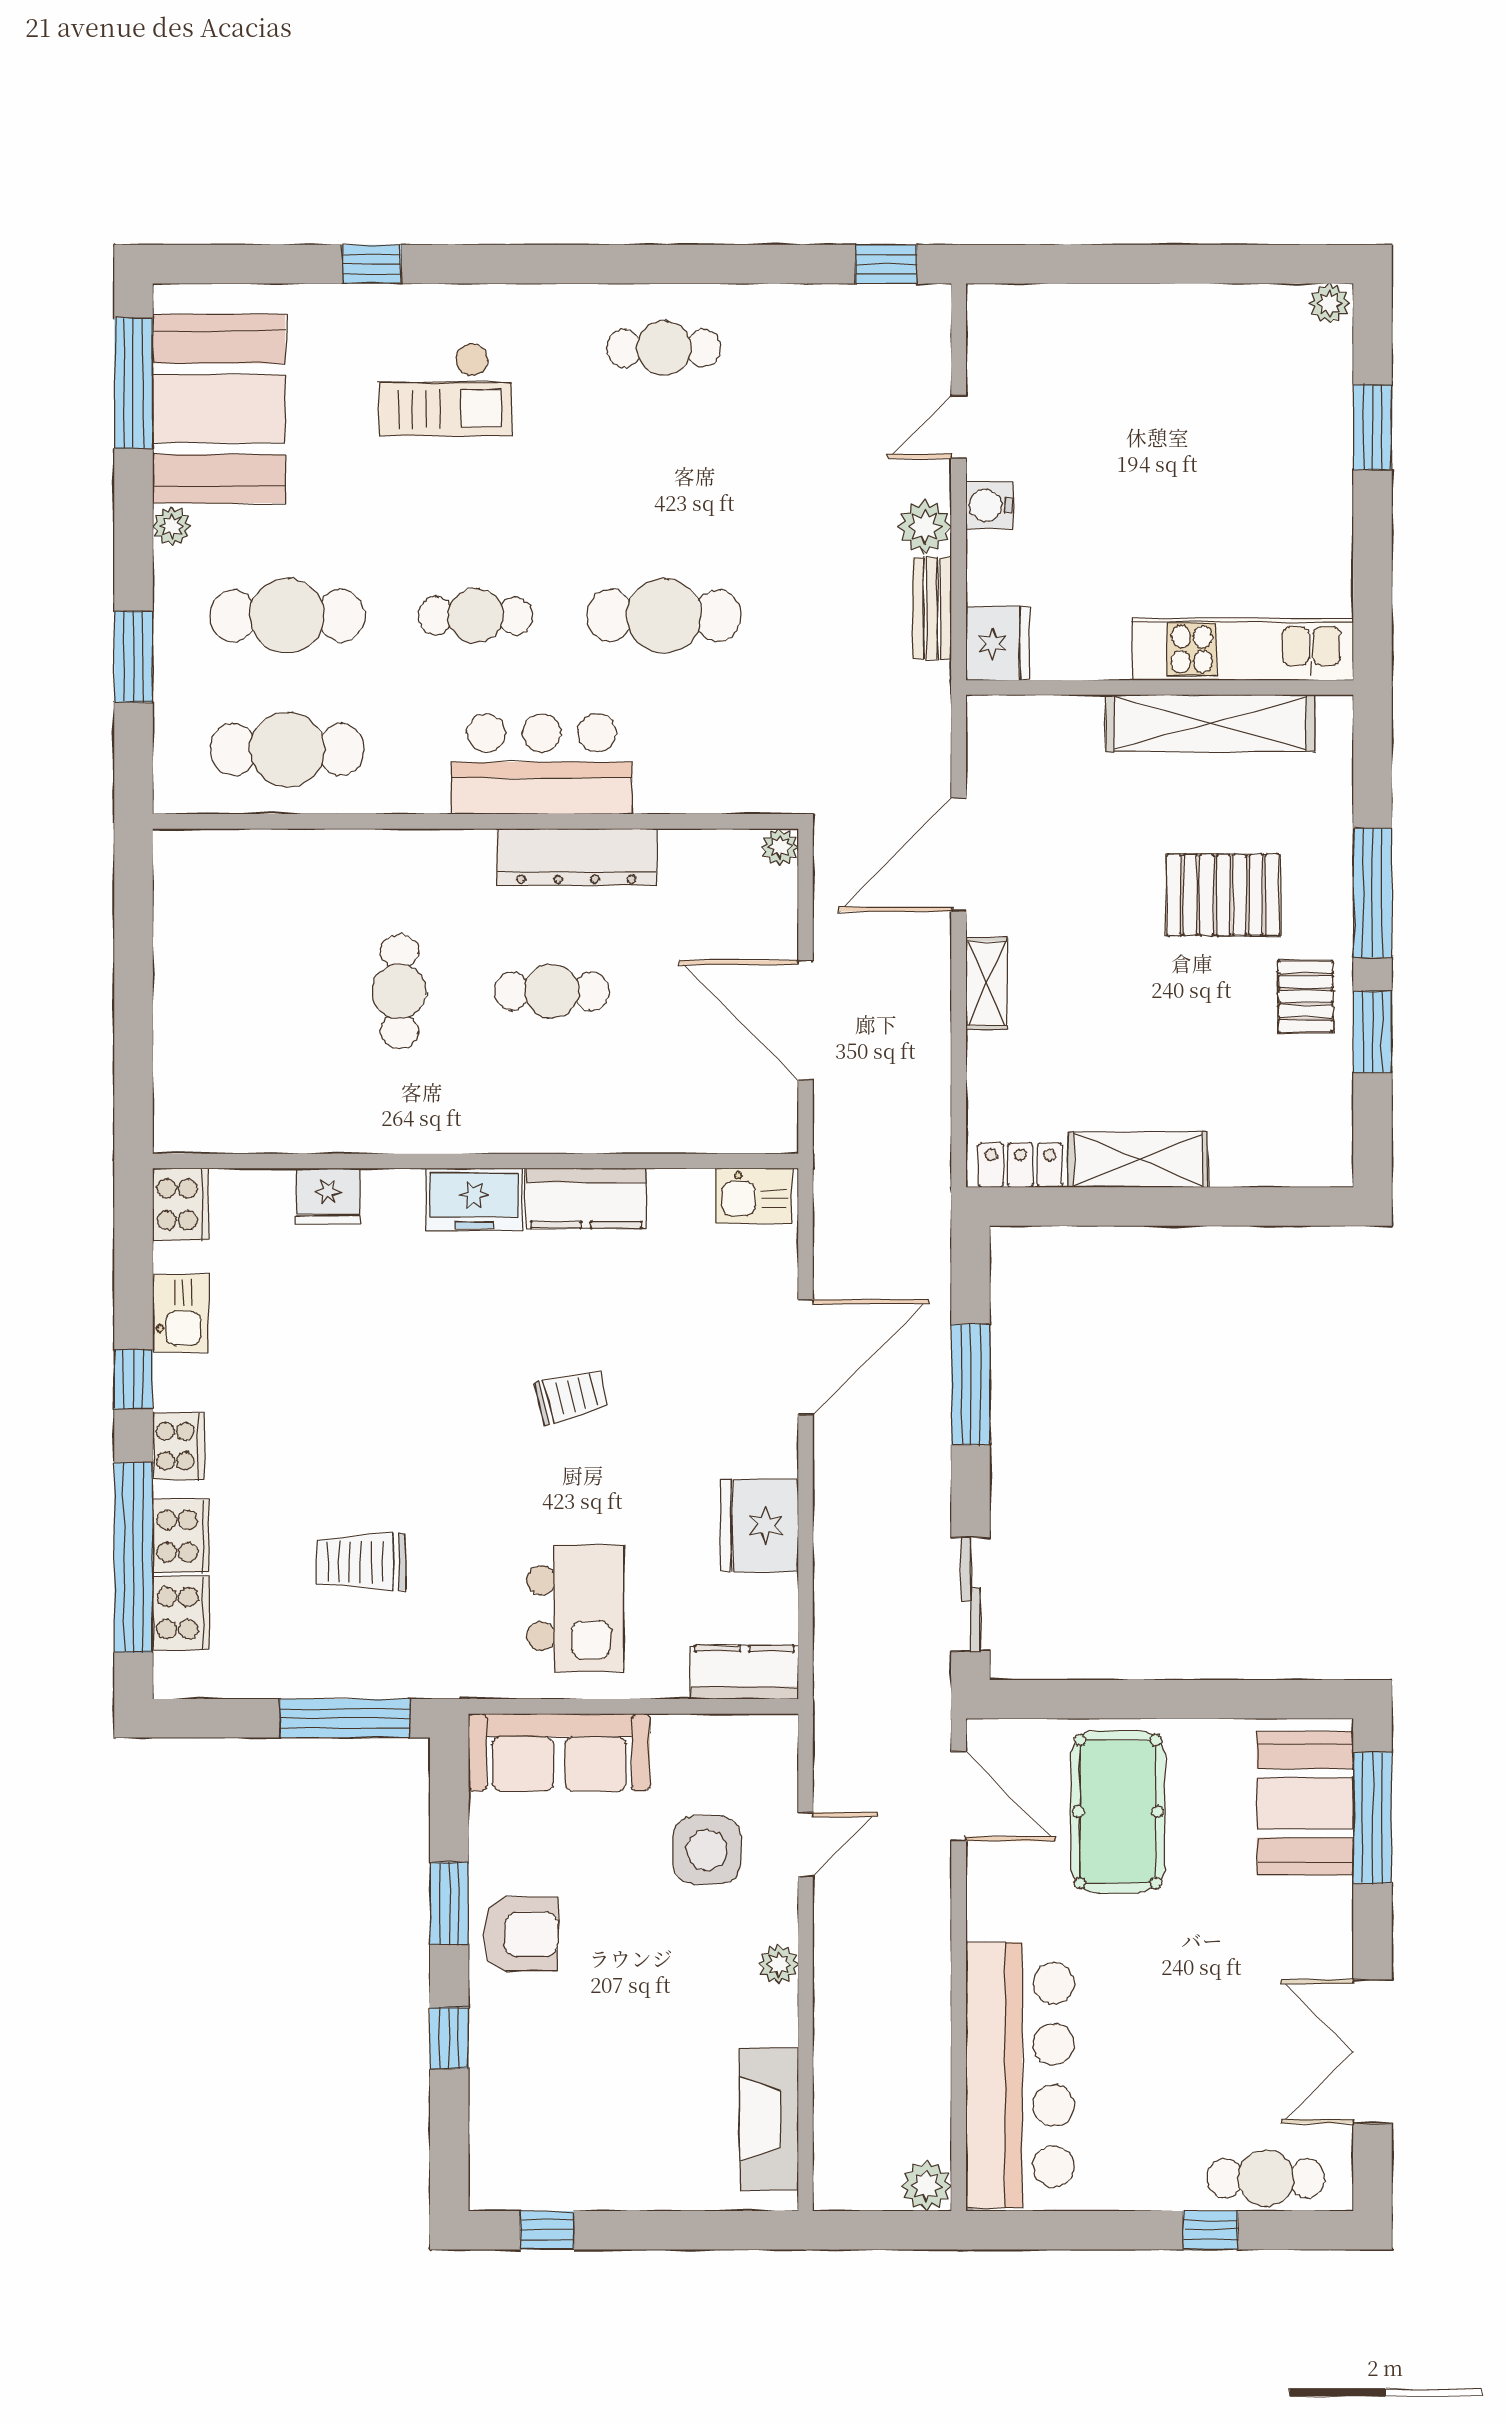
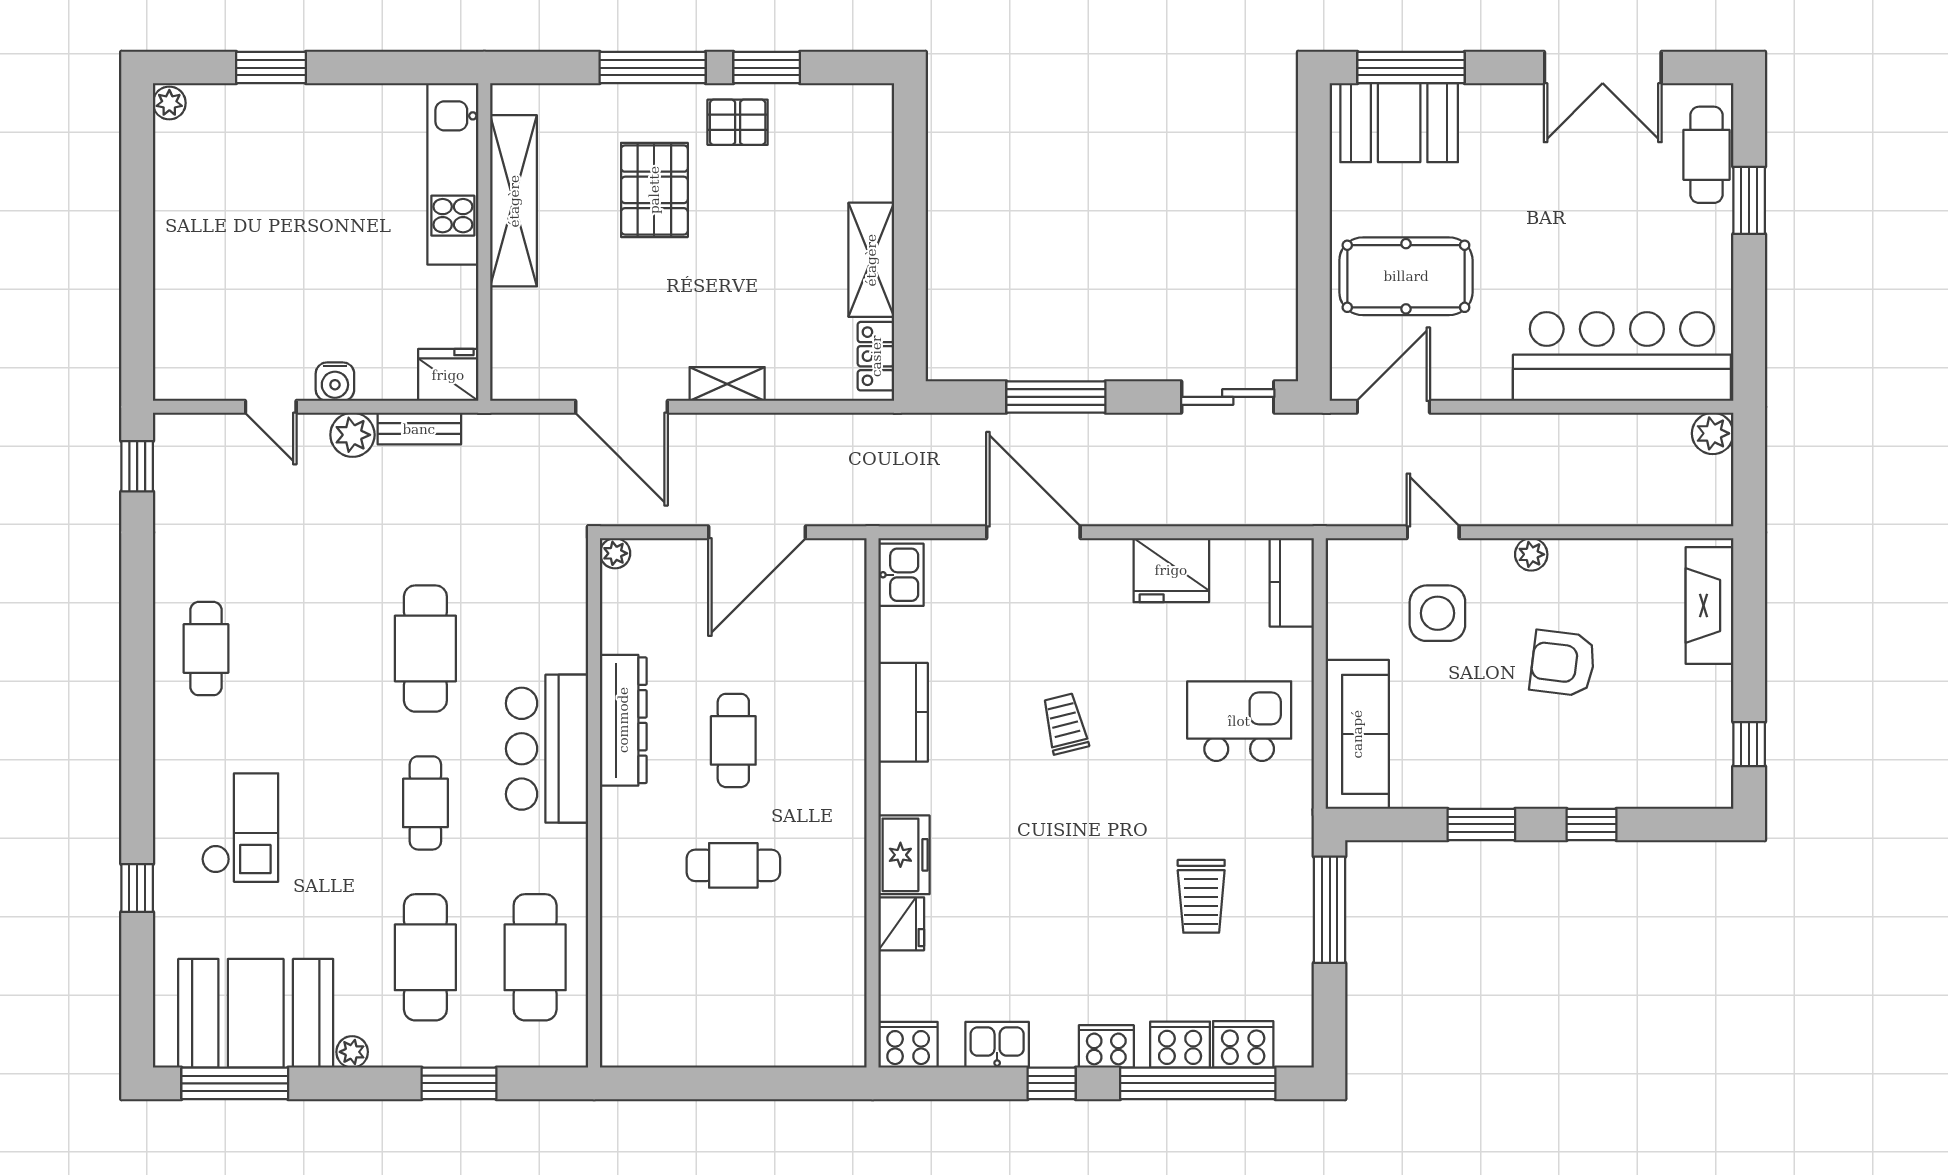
freezer: (474, 1199) -> (904, 855), moved
armchair: (521, 1934) -> (1563, 663), moved, turned -83
fireplace: (769, 2119) -> (1710, 605), moved, turned 90
window: (1210, 2230) -> (1749, 200), width x1.50

